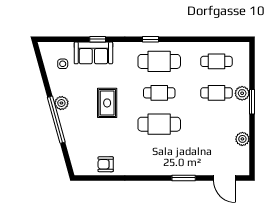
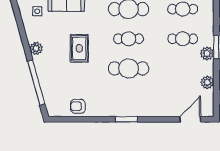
plant: (242, 93) -> (207, 53), moved
window: (56, 120) -> (36, 83), moved
window: (184, 178) -> (126, 119), moved
door: (224, 178) -> (190, 119), swing flipped

